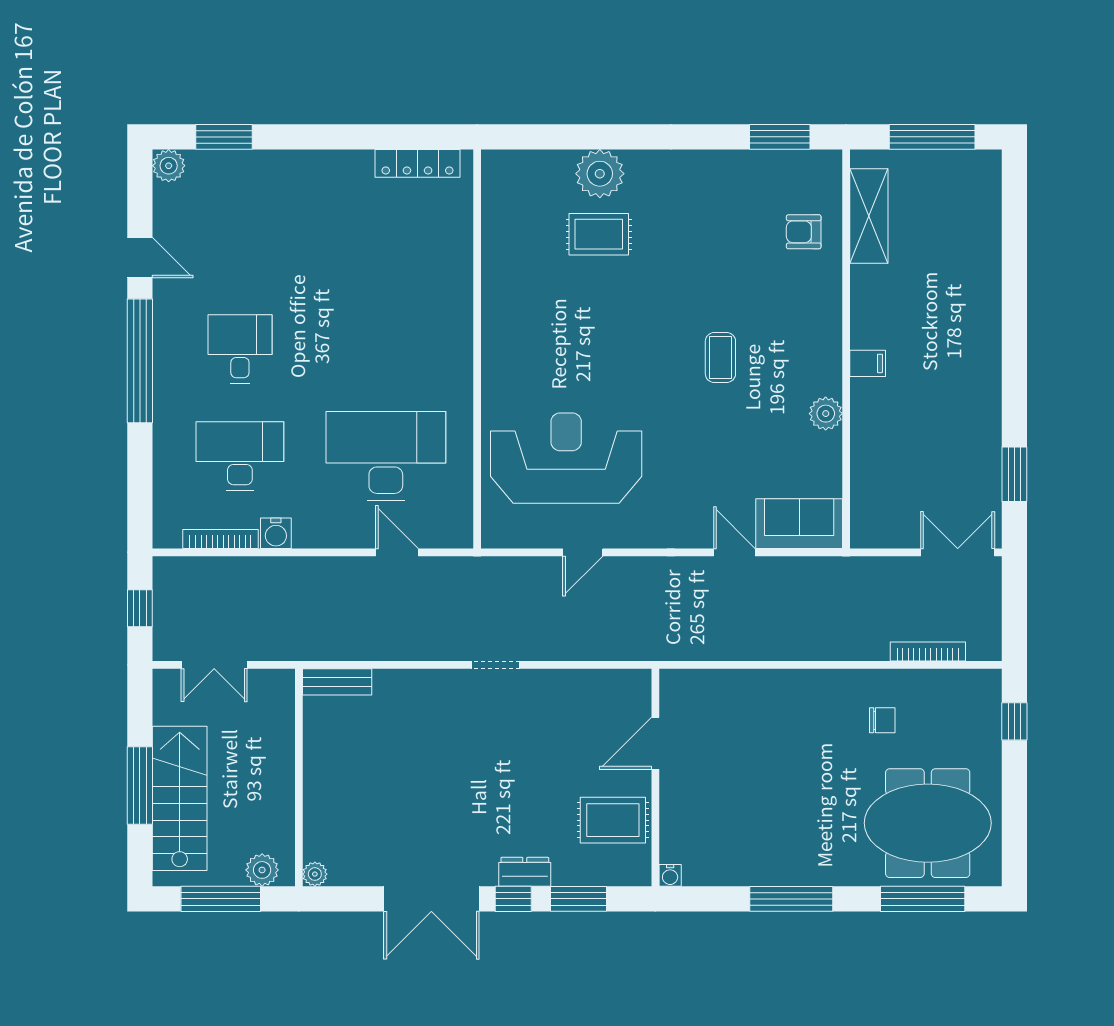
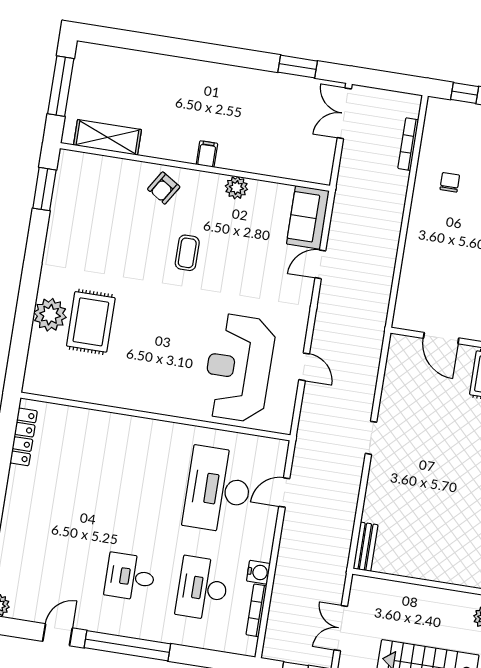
armchair: (804, 232) -> (164, 188), moved, turned 32
rug: (599, 234) -> (91, 322), width x1.36, depth x1.43
coffee table: (720, 358) -> (187, 253), turned 90
double door: (214, 665) -> (341, 628), swing flipped

